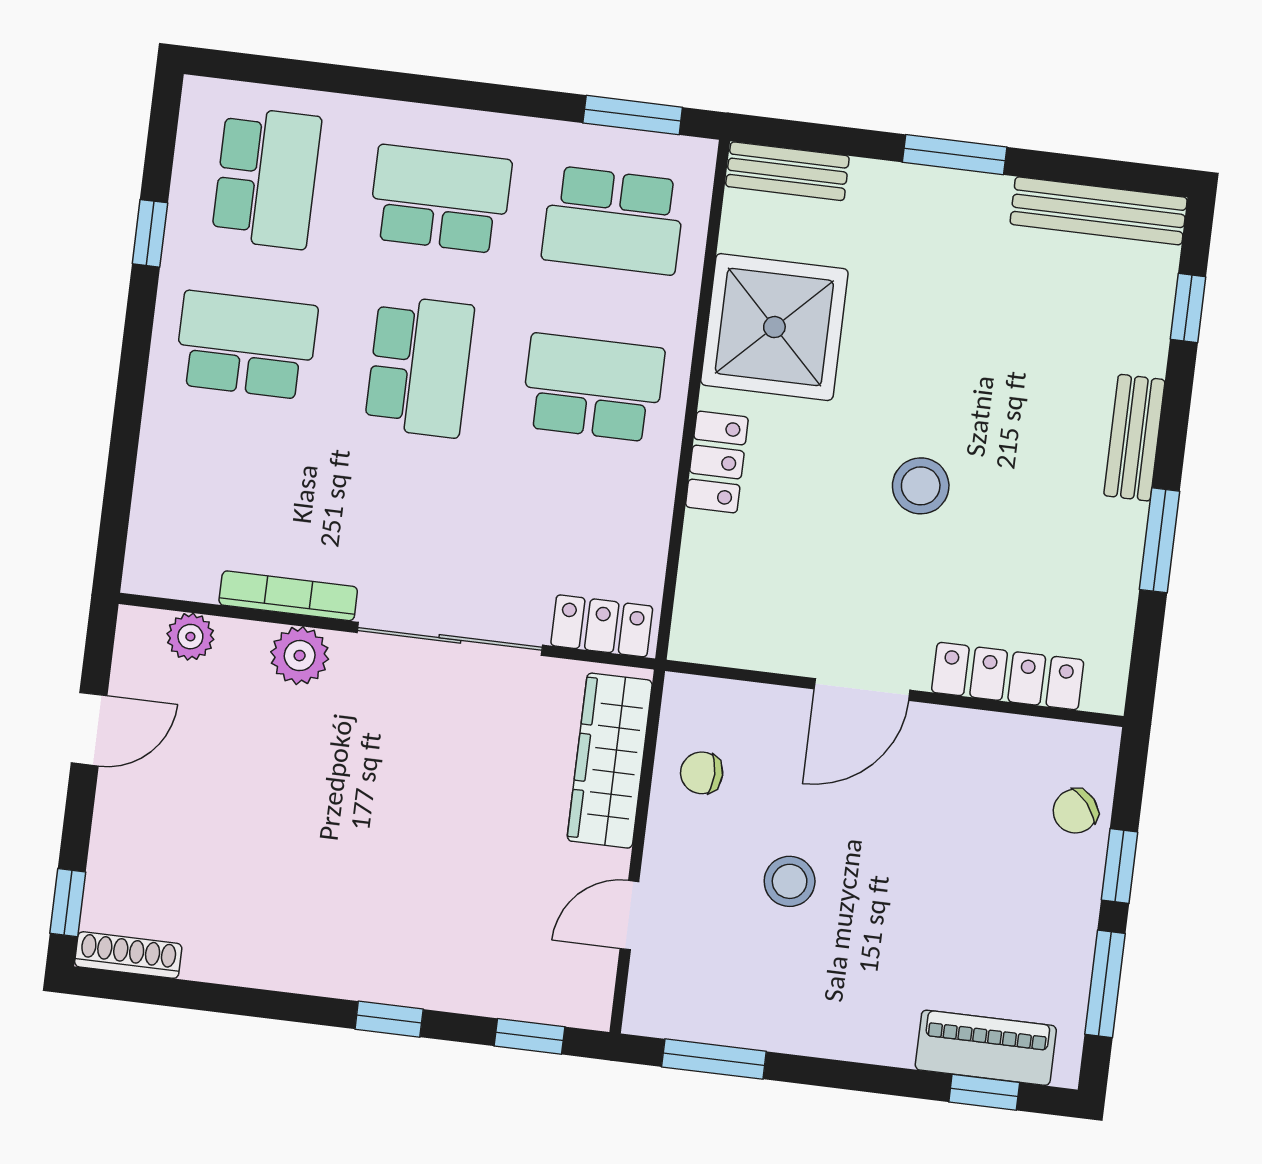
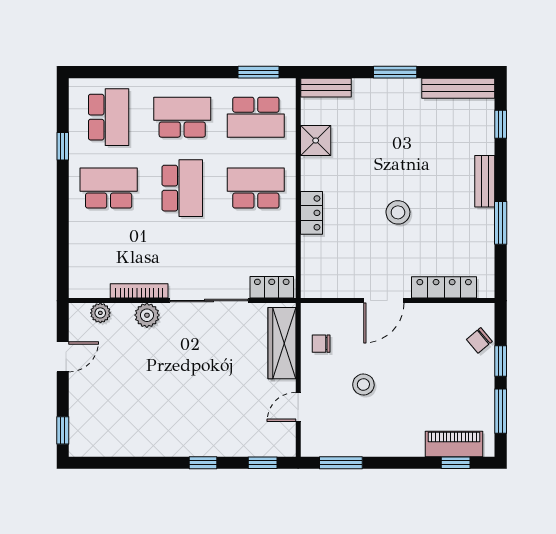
shower: (774, 327) -> (316, 140), width x0.54, depth x0.54
shoe rack: (128, 955) -> (91, 449), removed

